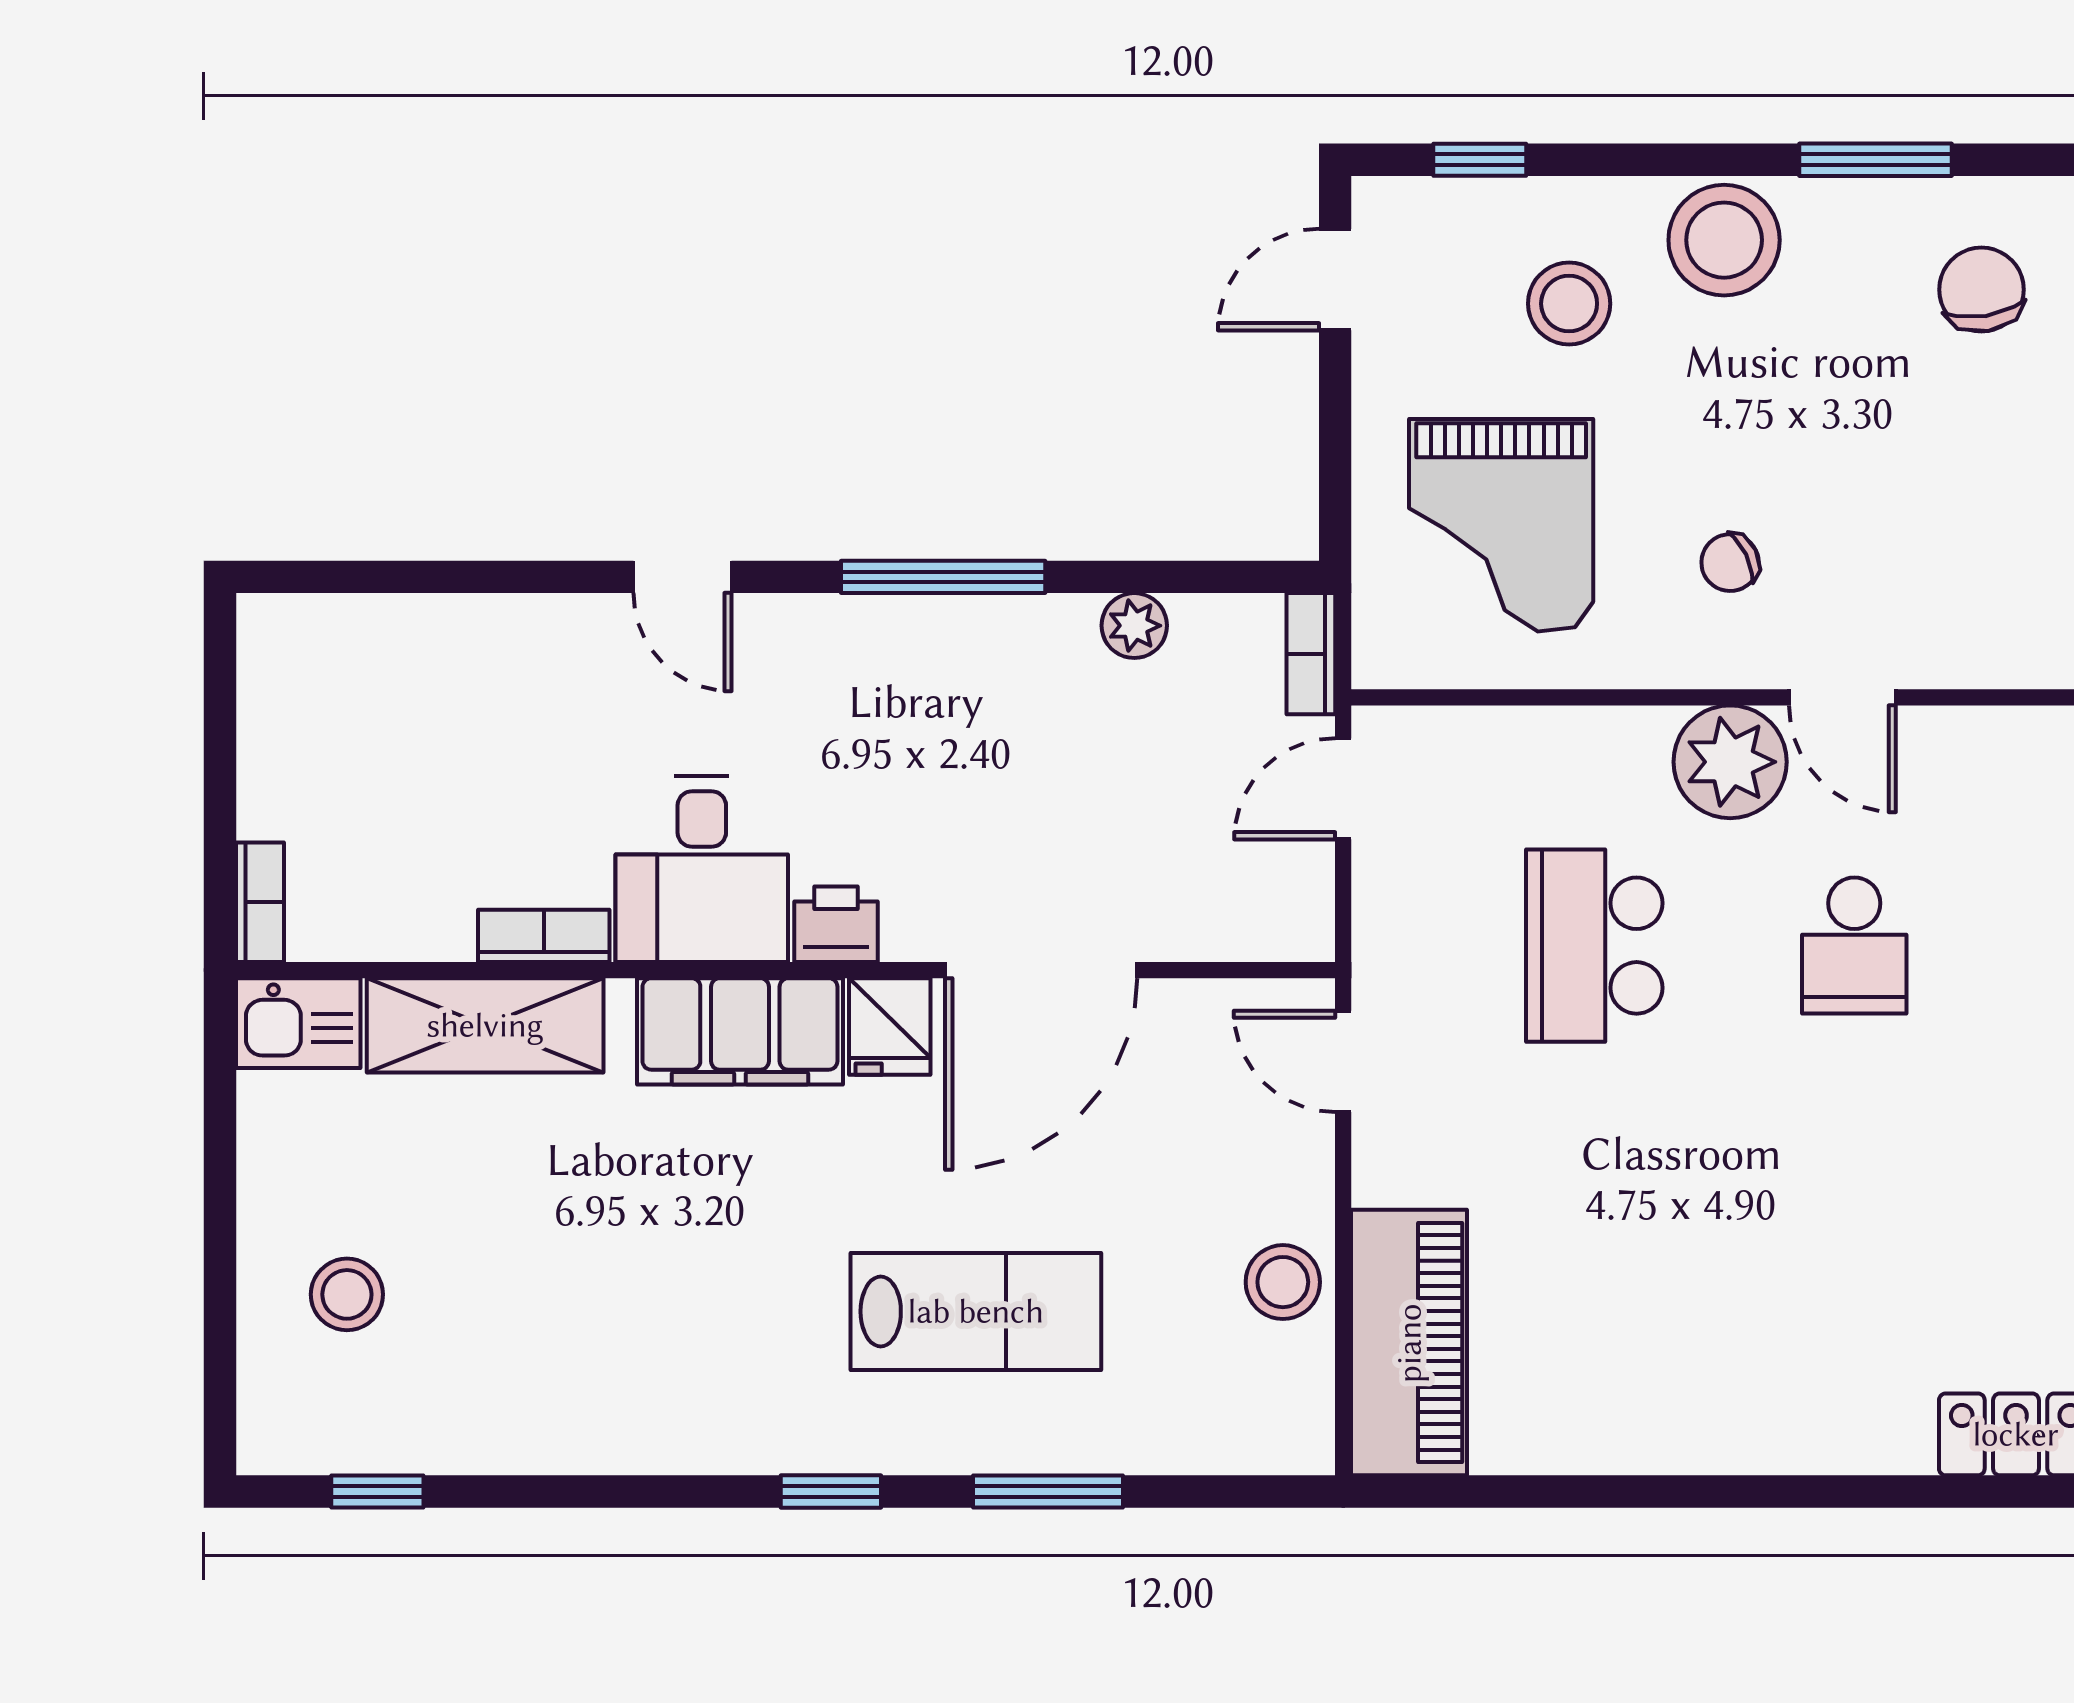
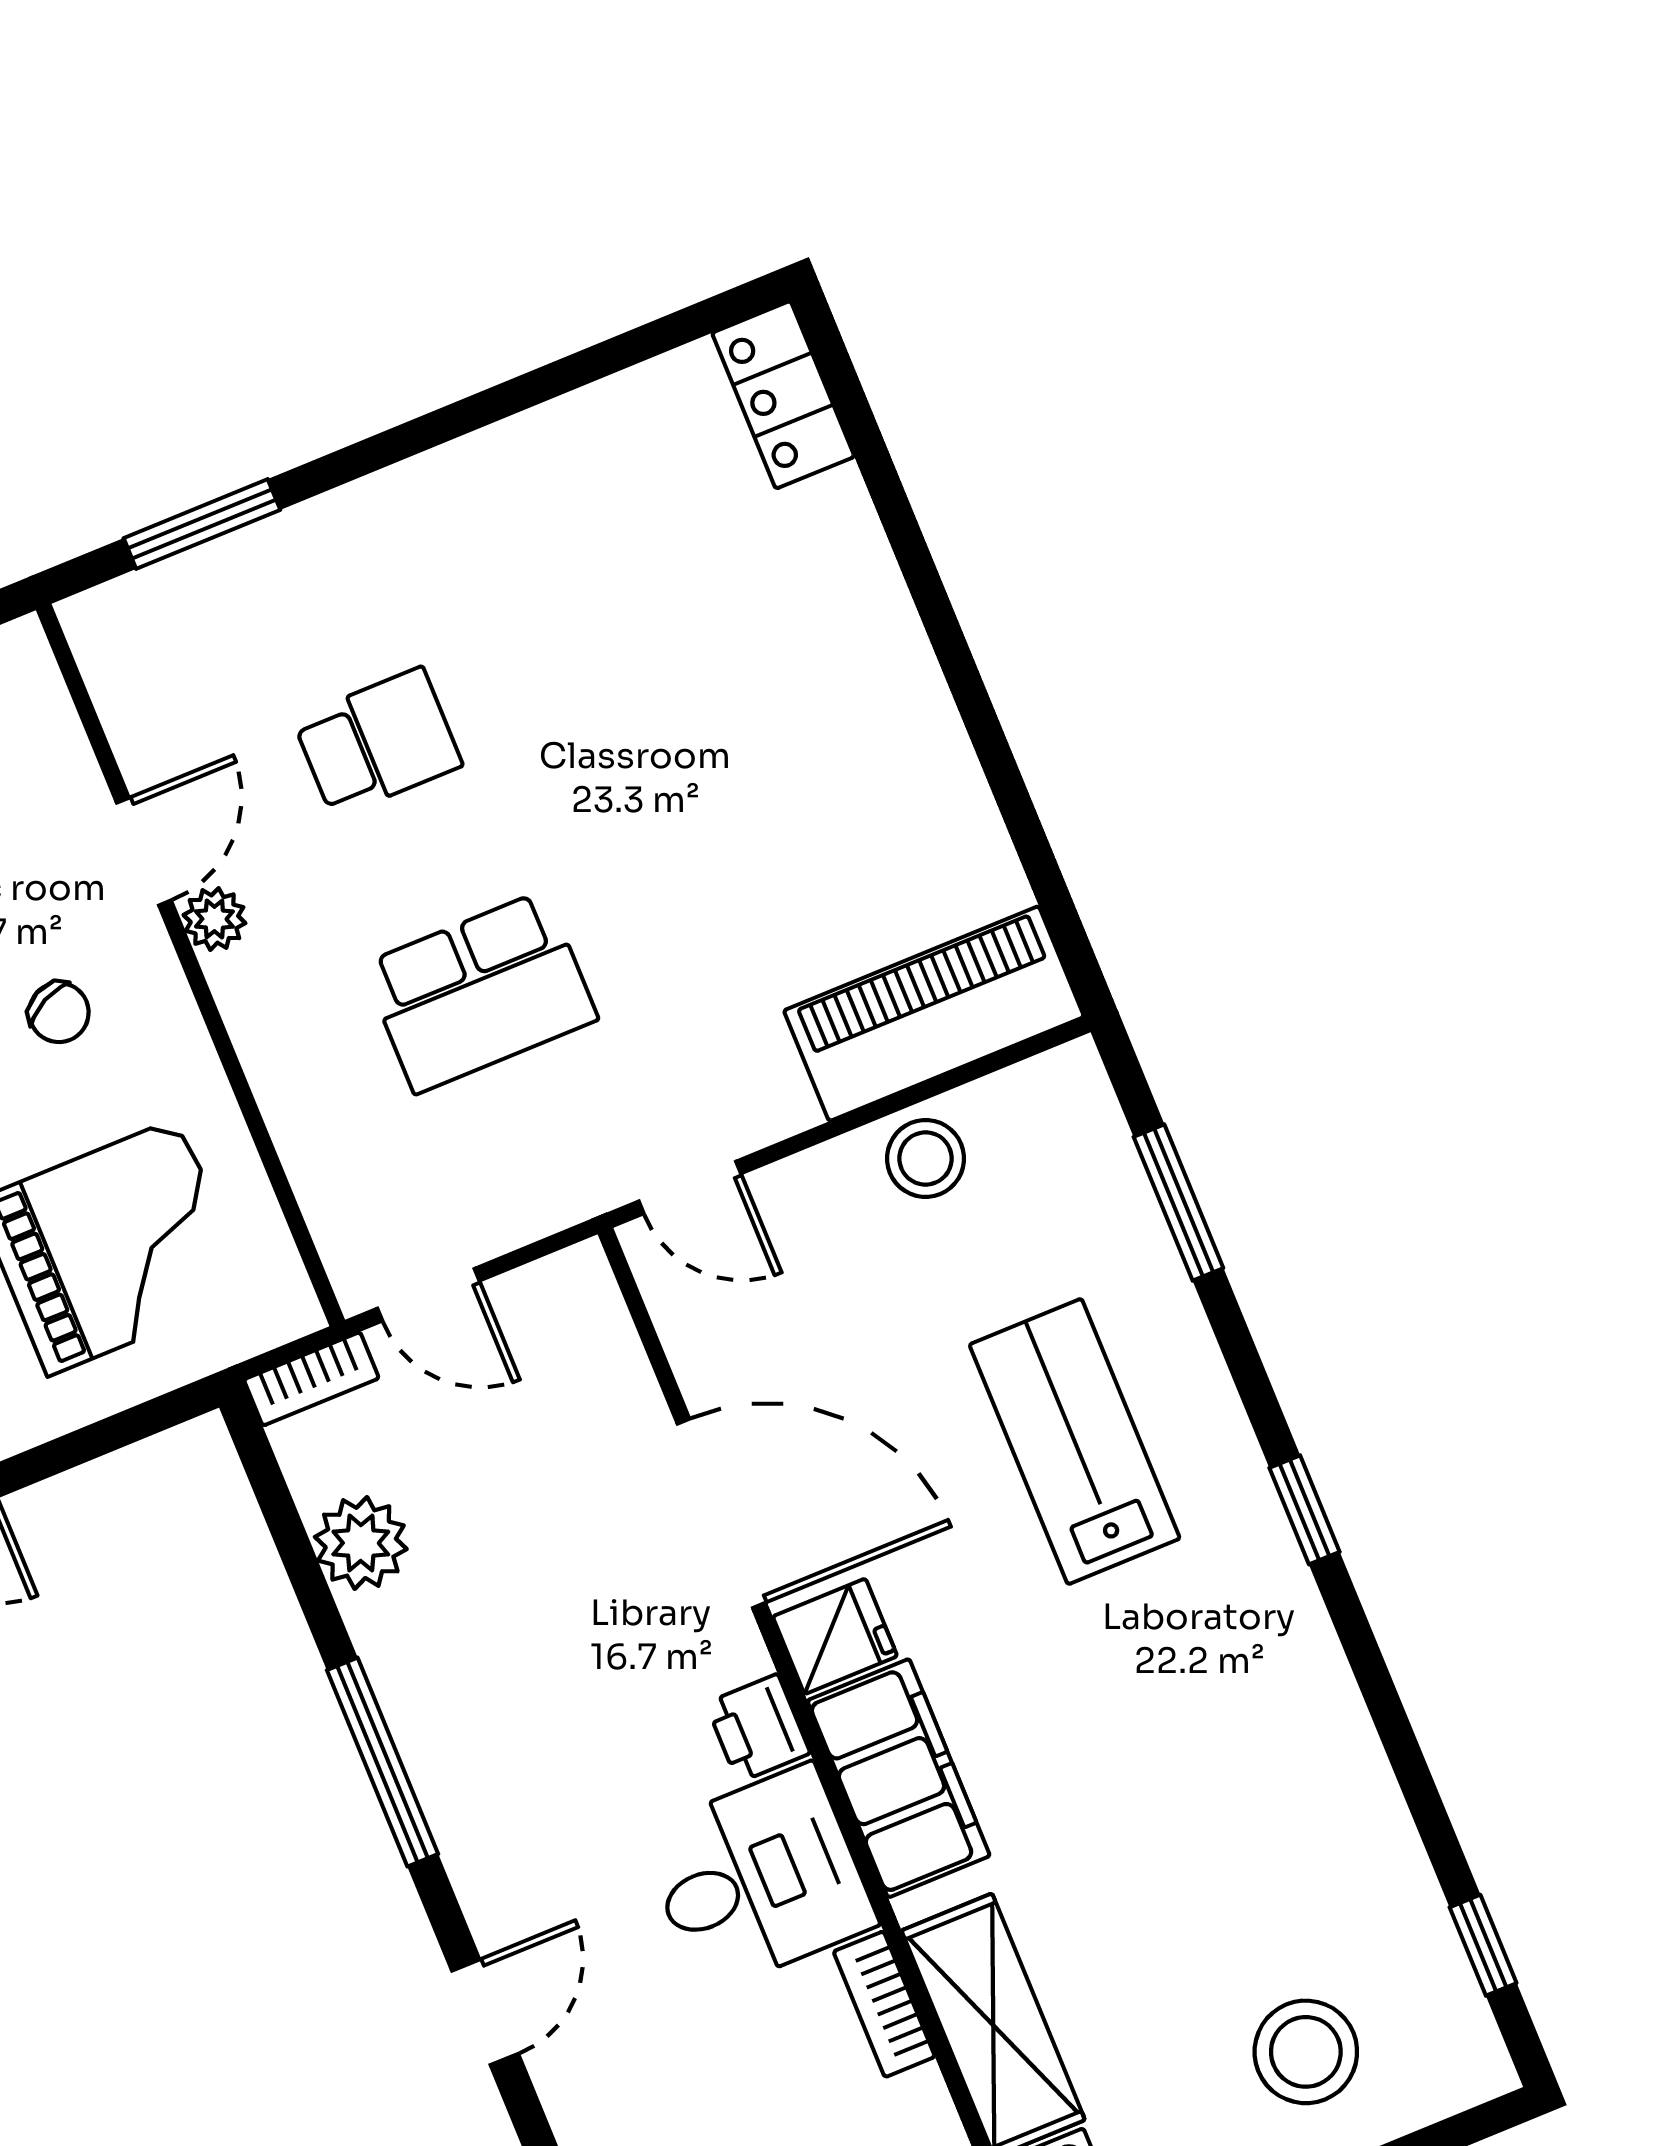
plant: (1134, 626) -> (361, 1543), width x1.38, depth x1.38
plant: (1730, 762) -> (214, 919), width x0.53, depth x0.53
door: (1343, 1061) -> (690, 1187), hinge flipped
stool: (347, 1294) -> (1306, 2052), width x1.38, depth x1.38
window: (1048, 1492) -> (1178, 1202), moved

